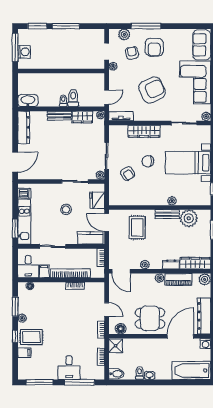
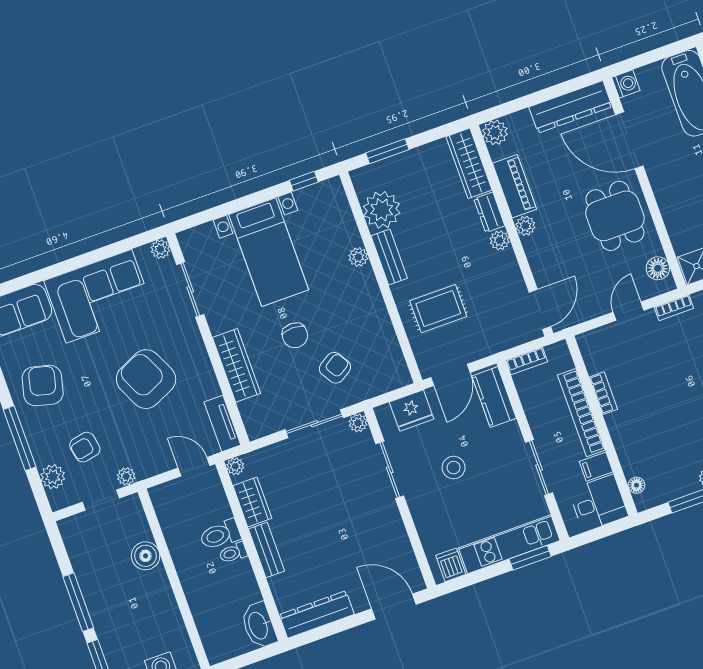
armchair: (154, 47) -> (43, 386), moved, turned -76
boiler: (76, 62) -> (146, 556), added
plant: (145, 265) -> (500, 240), moved

